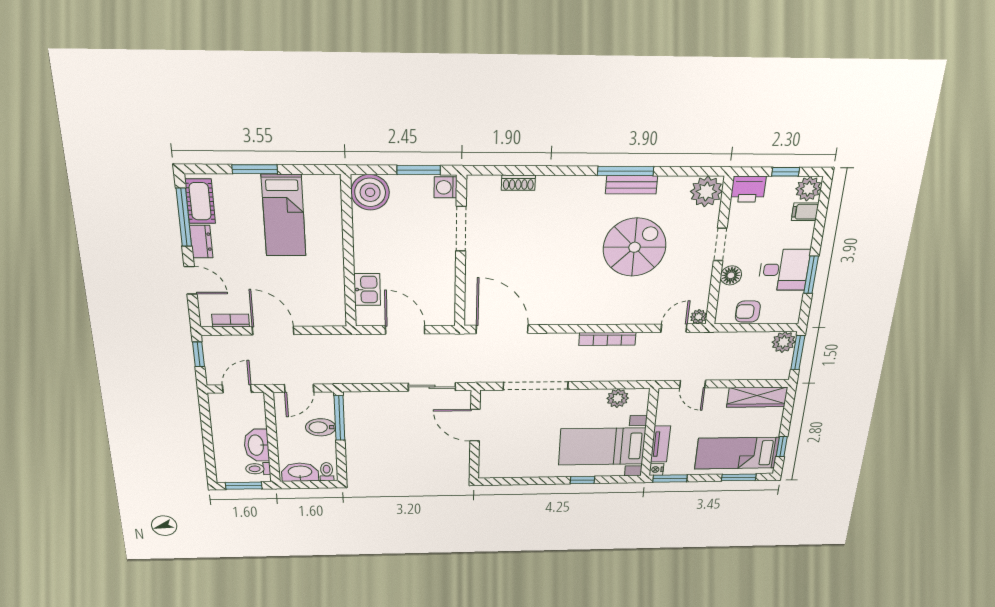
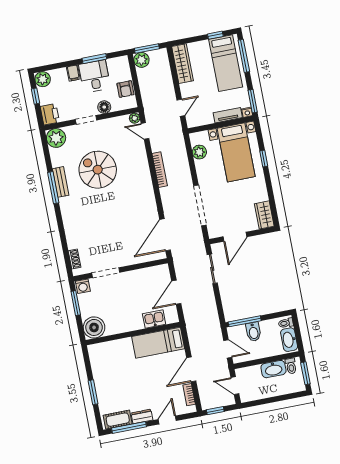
shoe rack: (518, 183) -> (75, 259), moved
filing cabinet: (805, 212) -> (73, 73), moved
bed: (284, 215) -> (158, 343), moved, turned 180
wardrobe: (498, 468) -> (264, 215), added
window: (739, 477) -> (244, 56), width x1.44

